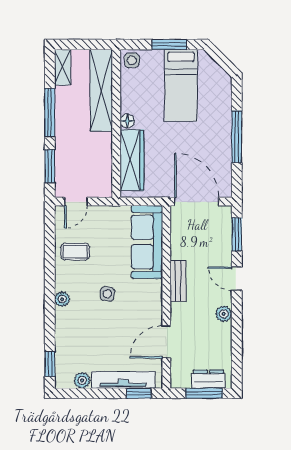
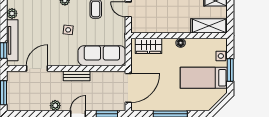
side table: (132, 60) -> (221, 56), moved
shelving: (101, 90) -> (209, 26), width x0.68
wardrobe: (132, 160) -> (149, 46), width x0.67
door: (166, 342) -> (37, 68), hinge flipped
dresser: (208, 379) -> (13, 96), removed

